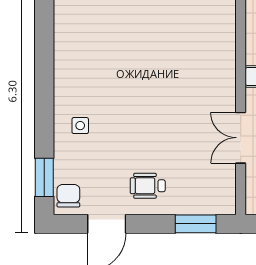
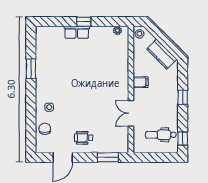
window: (44, 177) -> (31, 69), moved
chair: (68, 196) -> (45, 129), moved

